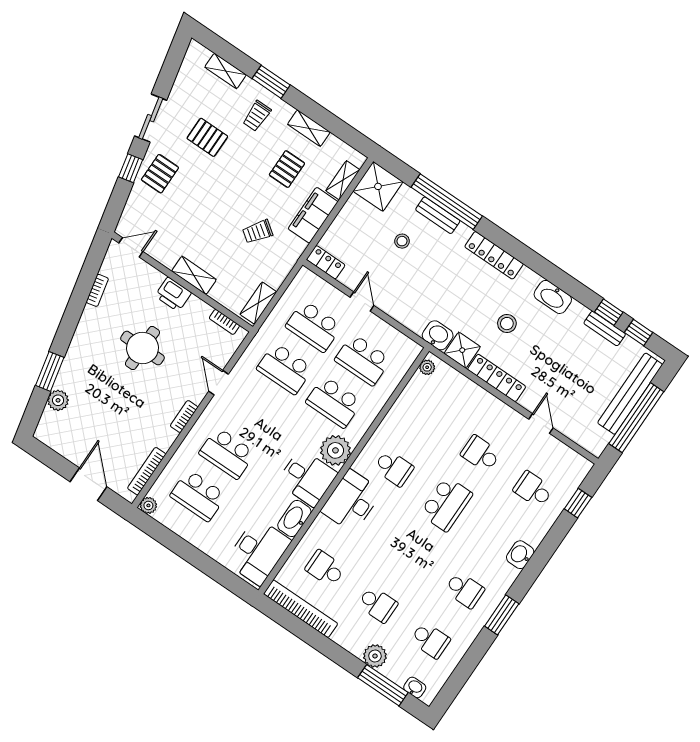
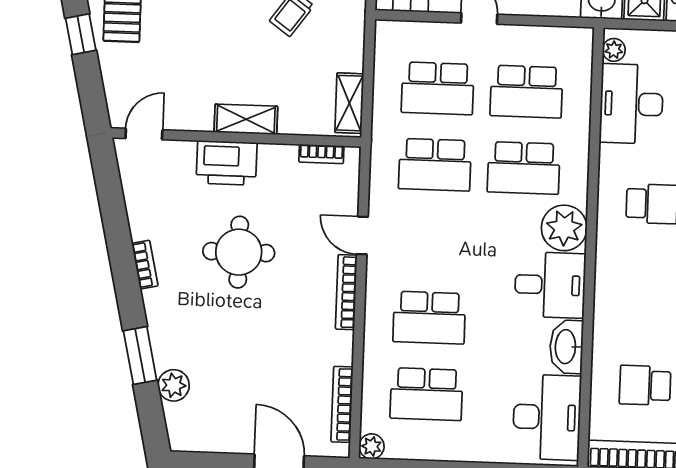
bookcase: (97, 290) -> (145, 265), moved
printer: (173, 294) -> (227, 163), width x1.37, depth x1.19
bookcase: (184, 416) -> (346, 292), width x1.56
desk: (352, 501) -> (631, 104), moved

